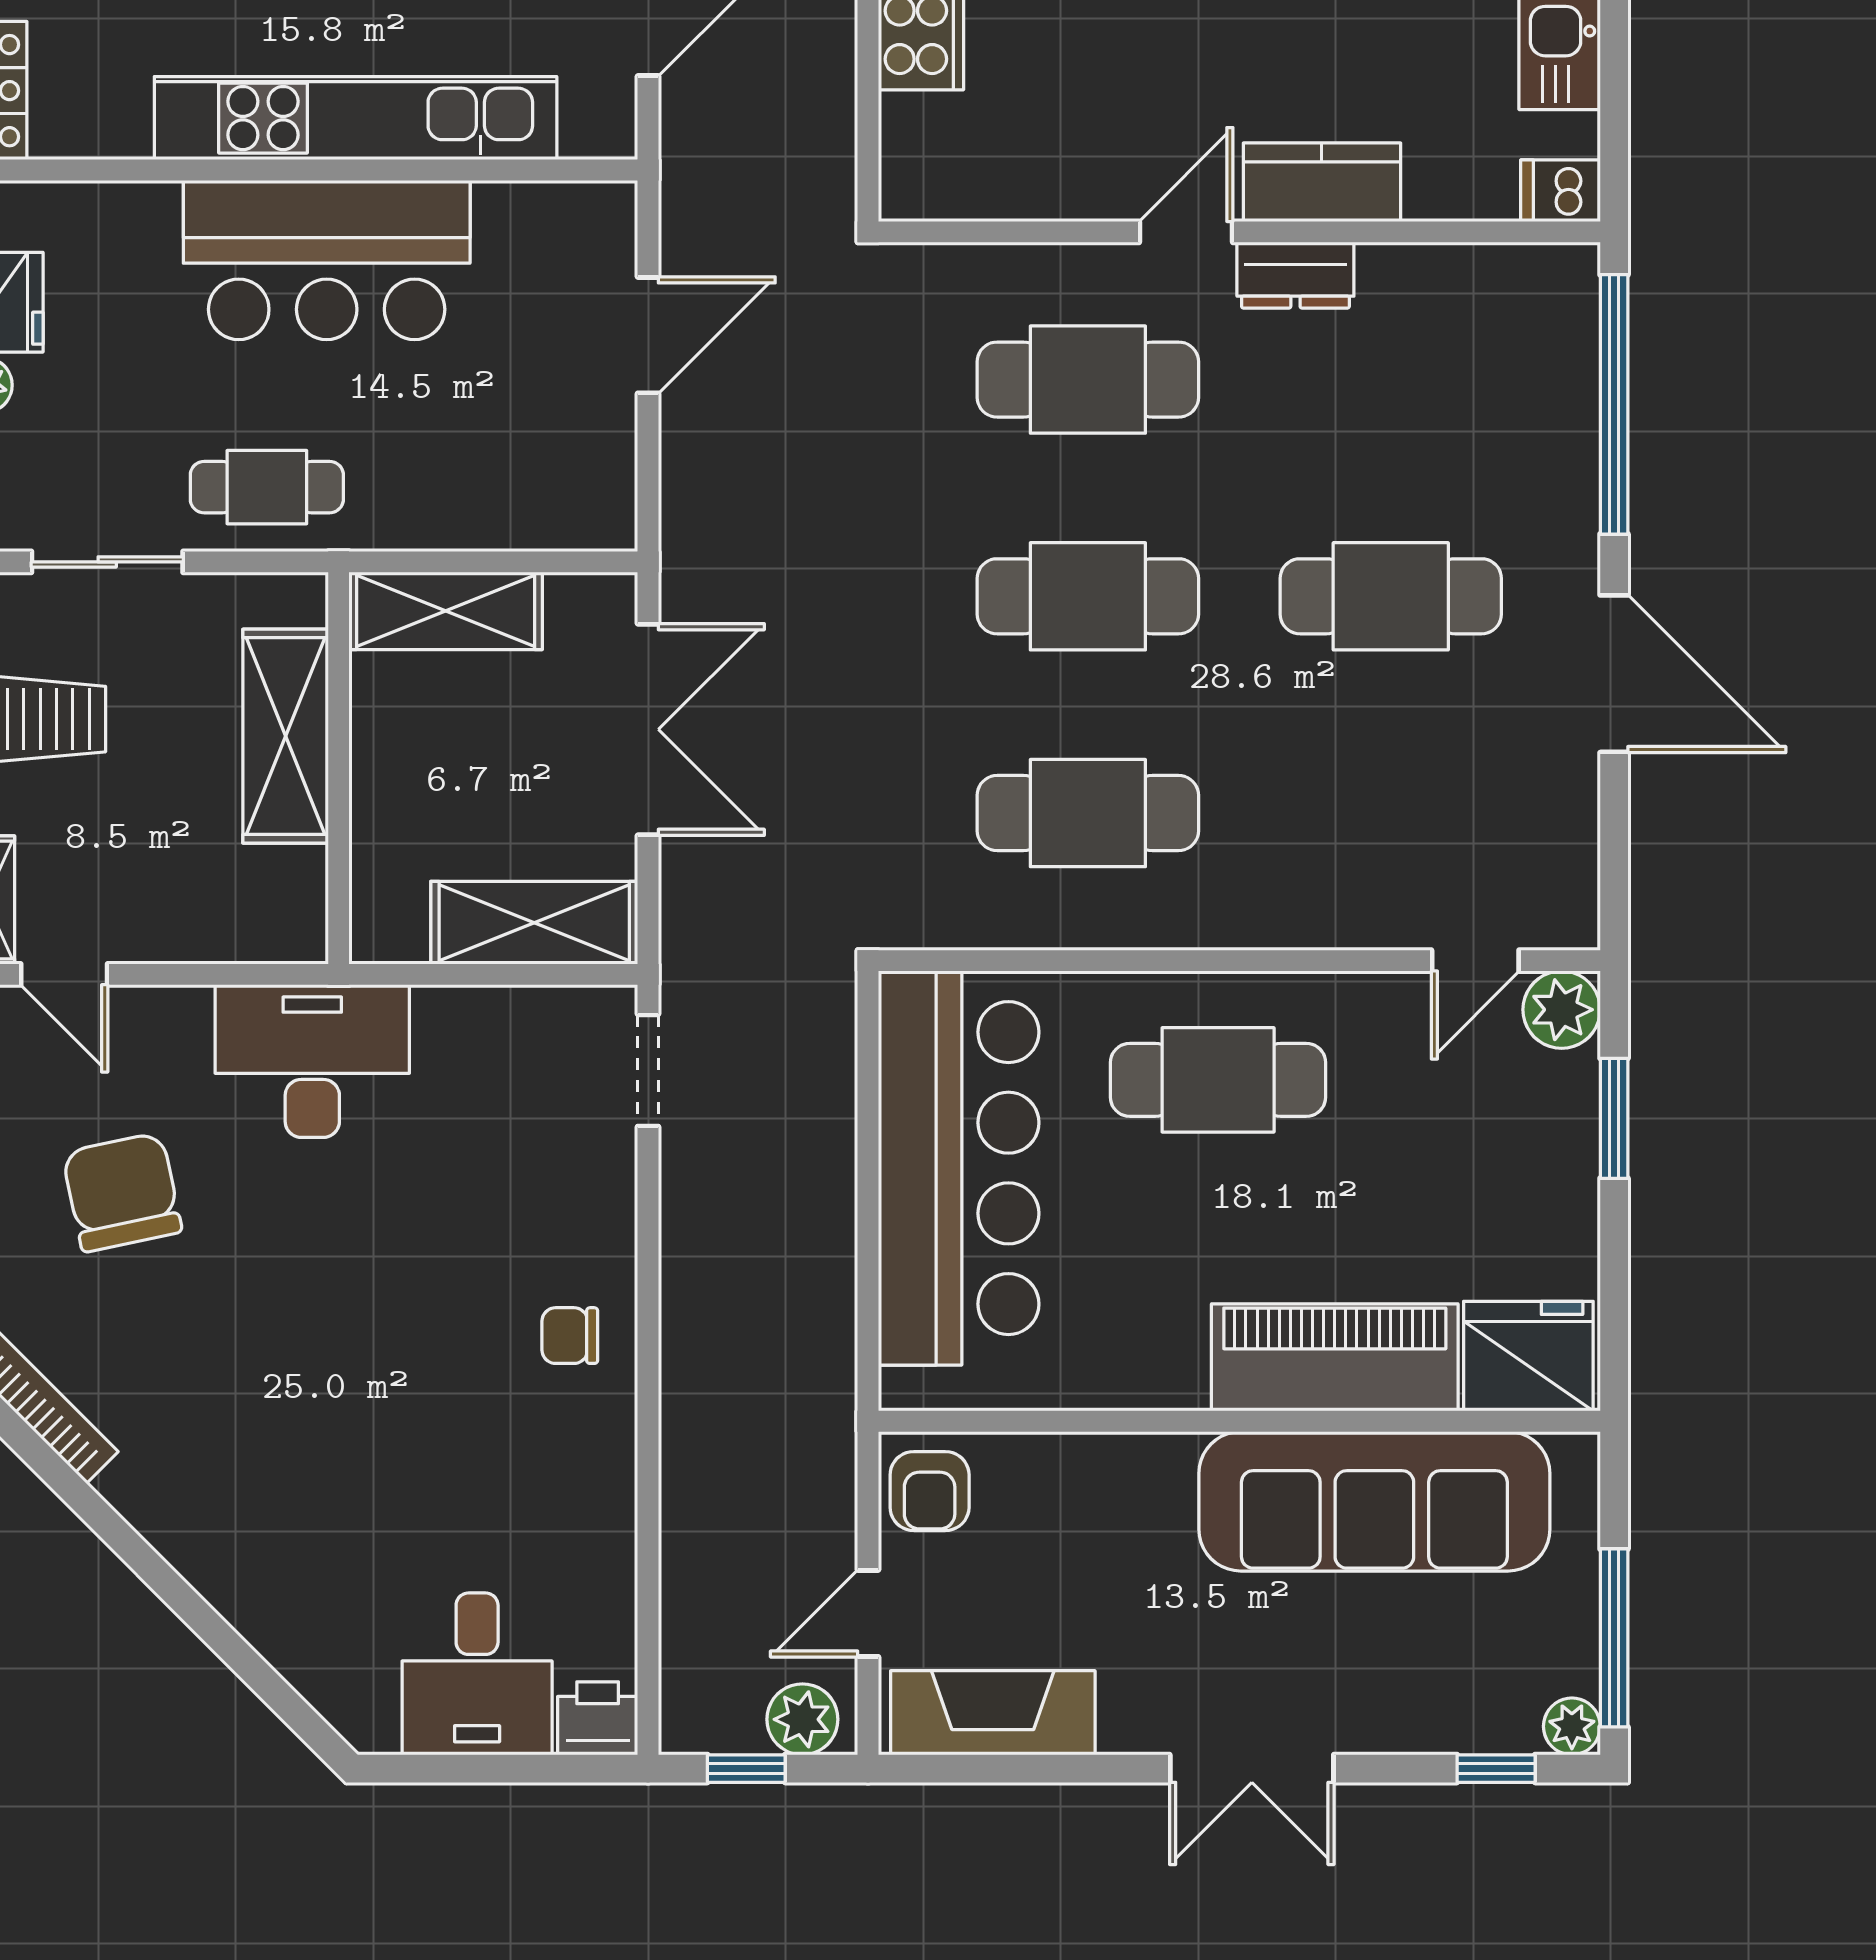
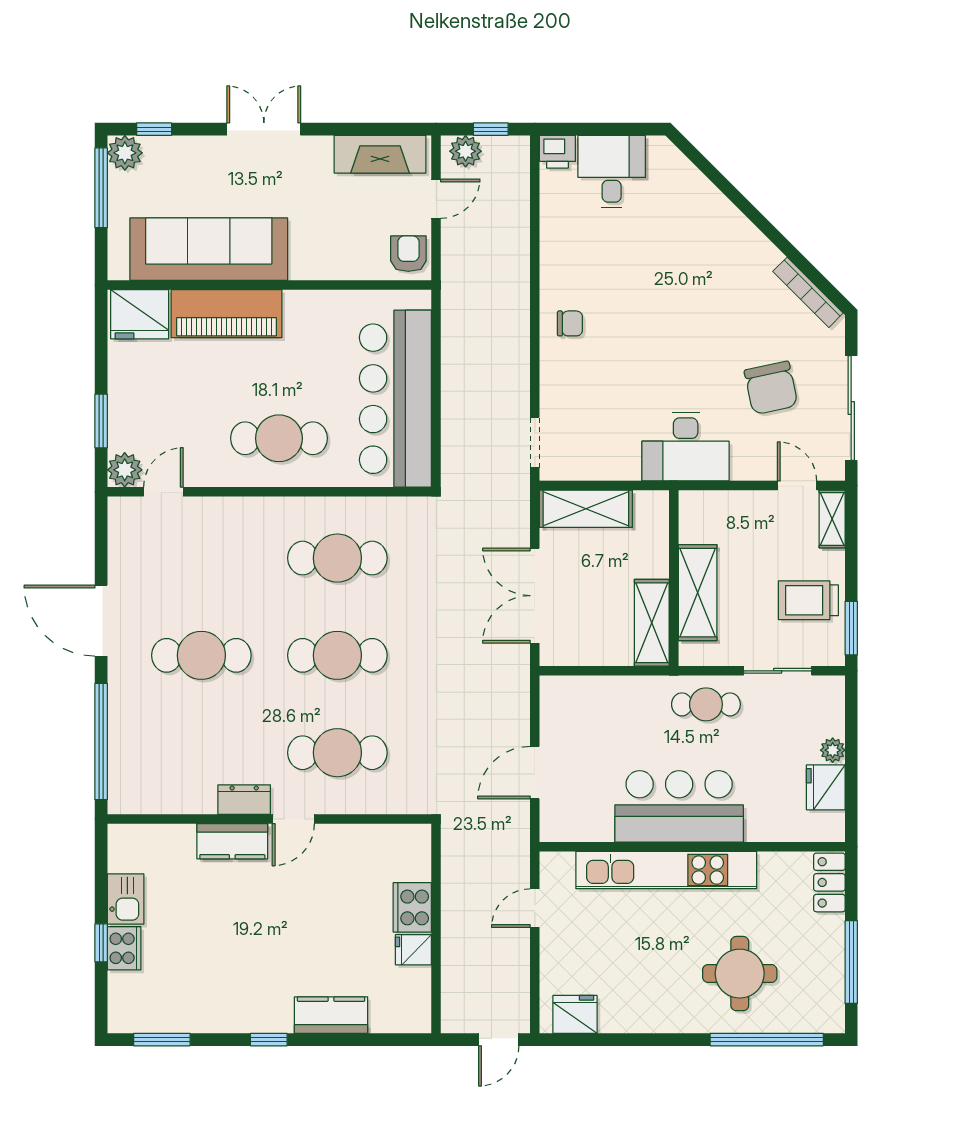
dishwasher: (1560, 191) -> (125, 837), removed
shelving: (446, 611) -> (652, 623), moved, turned 90
plant: (1572, 1726) -> (125, 153), width x1.38, depth x1.38

